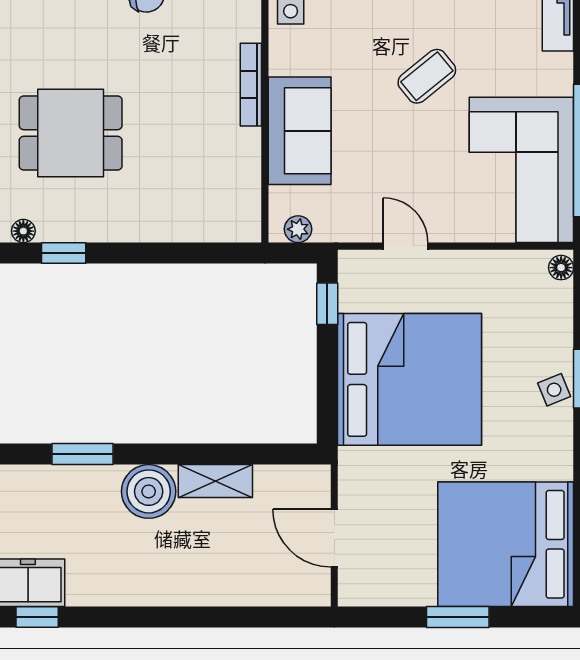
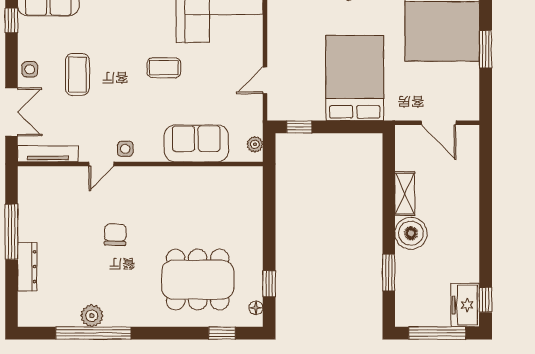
coffee table: (427, 76) -> (164, 68), turned -51
bookcase: (251, 85) -> (169, 172), removed
dining table: (71, 133) -> (198, 280), width x1.38
bed: (410, 379) -> (355, 78), width x0.73
door: (334, 538) -> (439, 123), hinge flipped

